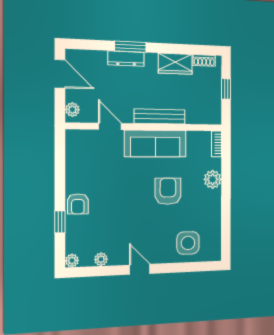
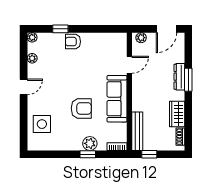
window: (226, 89) -> (149, 154), moved
bench: (160, 117) -> (137, 131), moved
window: (226, 182) -> (88, 154), added

